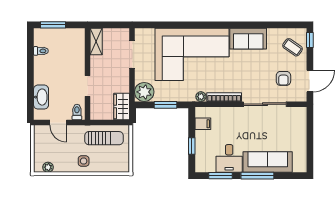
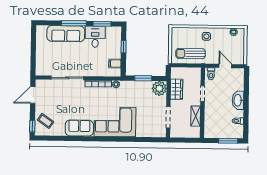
shelving: (96, 41) -> (196, 116), moved
corner sofa: (192, 54) -> (115, 122), width x0.73, depth x0.74
armchair: (283, 78) -> (53, 97), removed
washbasin: (41, 97) -> (238, 100), moved
wardrobe: (122, 107) -> (177, 89), moved

